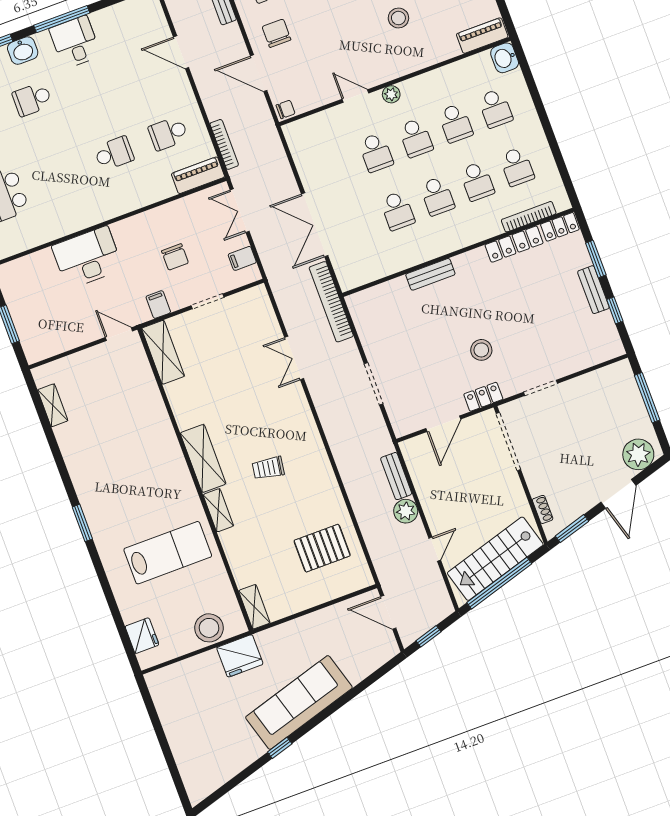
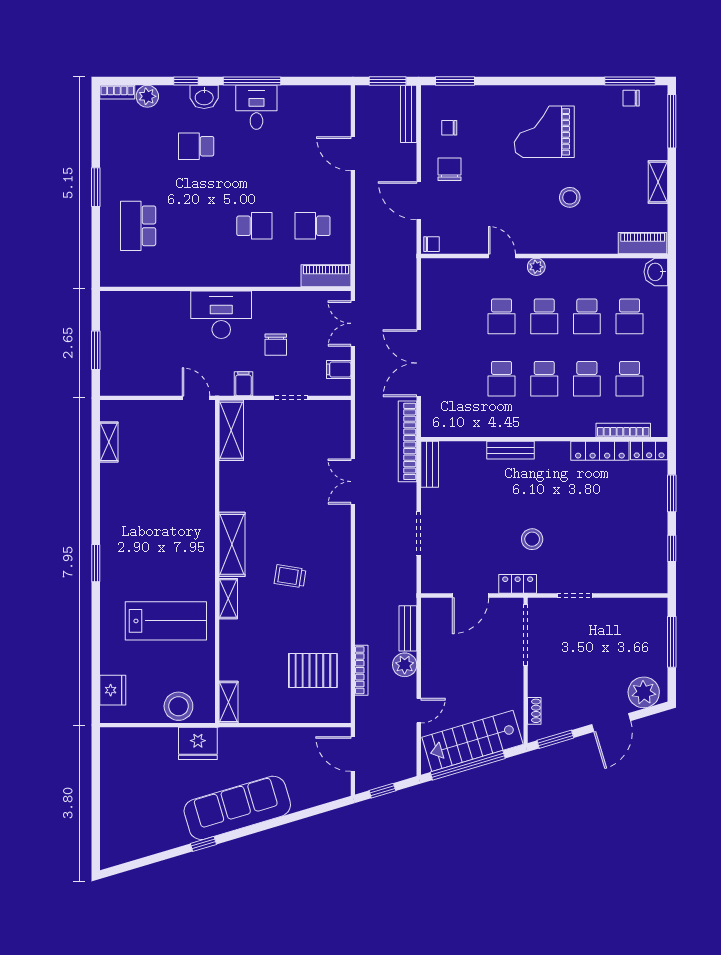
bookcase: (224, 144) -> (361, 670), moved
desk: (87, 258) -> (221, 315), moved
bench: (593, 290) -> (430, 464), moved

